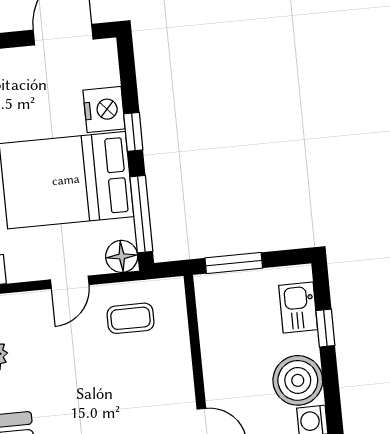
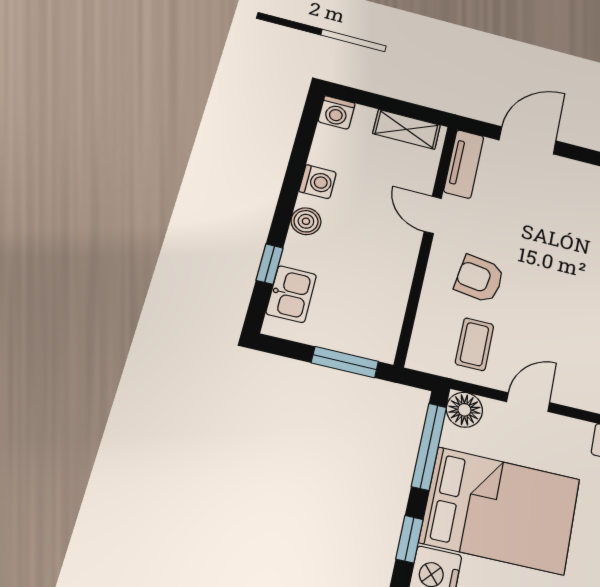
coffee table: (131, 318) -> (474, 344), turned 90
boiler: (298, 380) -> (306, 221), width x0.54, depth x0.54
armchair: (144, 381) -> (479, 279), added

